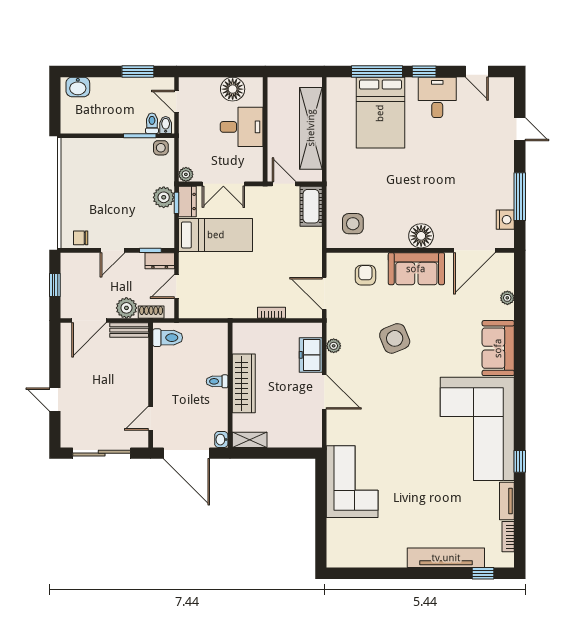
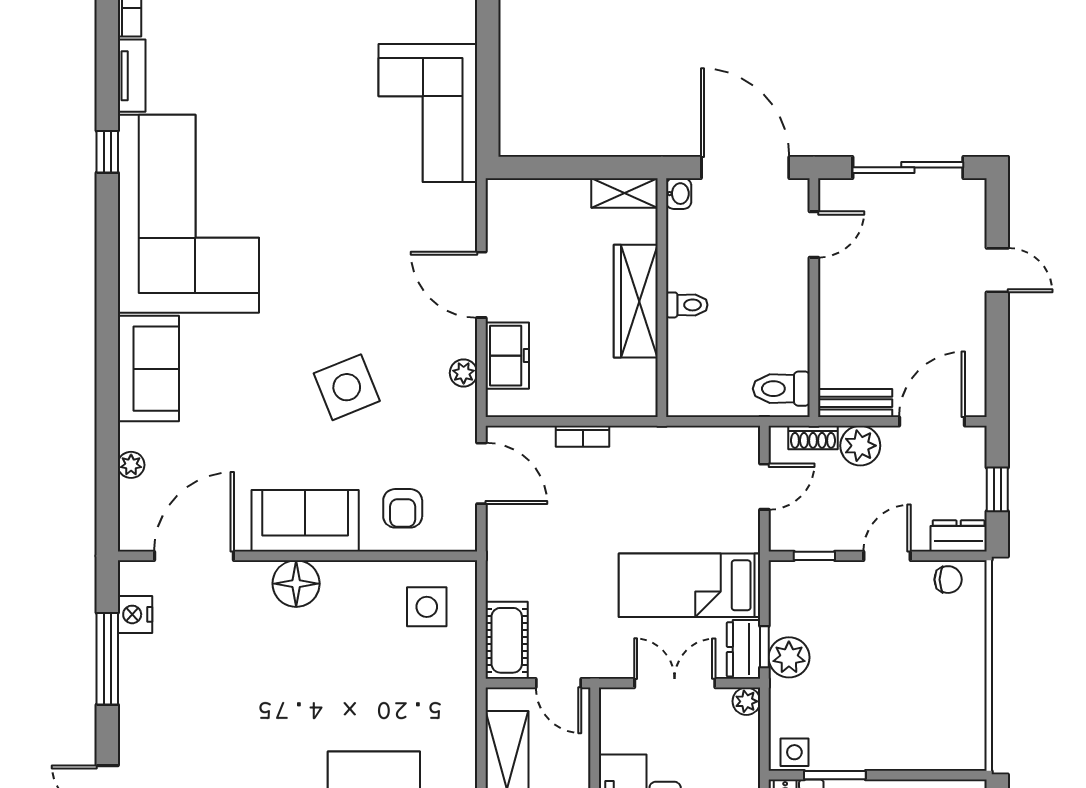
dresser: (160, 261) -> (959, 536), moved

